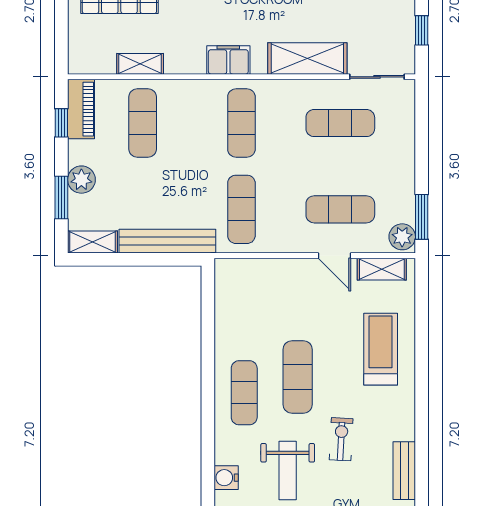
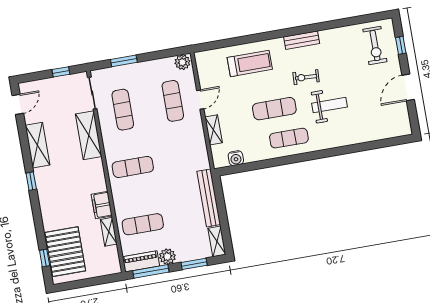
filing cabinet: (228, 60) -> (102, 205), moved
window: (61, 123) -> (151, 271), width x2.17
plant: (81, 180) -> (167, 257), moved
exercise mat: (241, 209) -> (183, 158), removed
window: (422, 217) -> (124, 61), moved
shelving: (382, 269) -> (214, 130), moved
treadmill: (381, 349) -> (250, 63), turned 180
bench: (404, 471) -> (302, 40), moved
water cooler: (226, 478) -> (236, 158), moved

